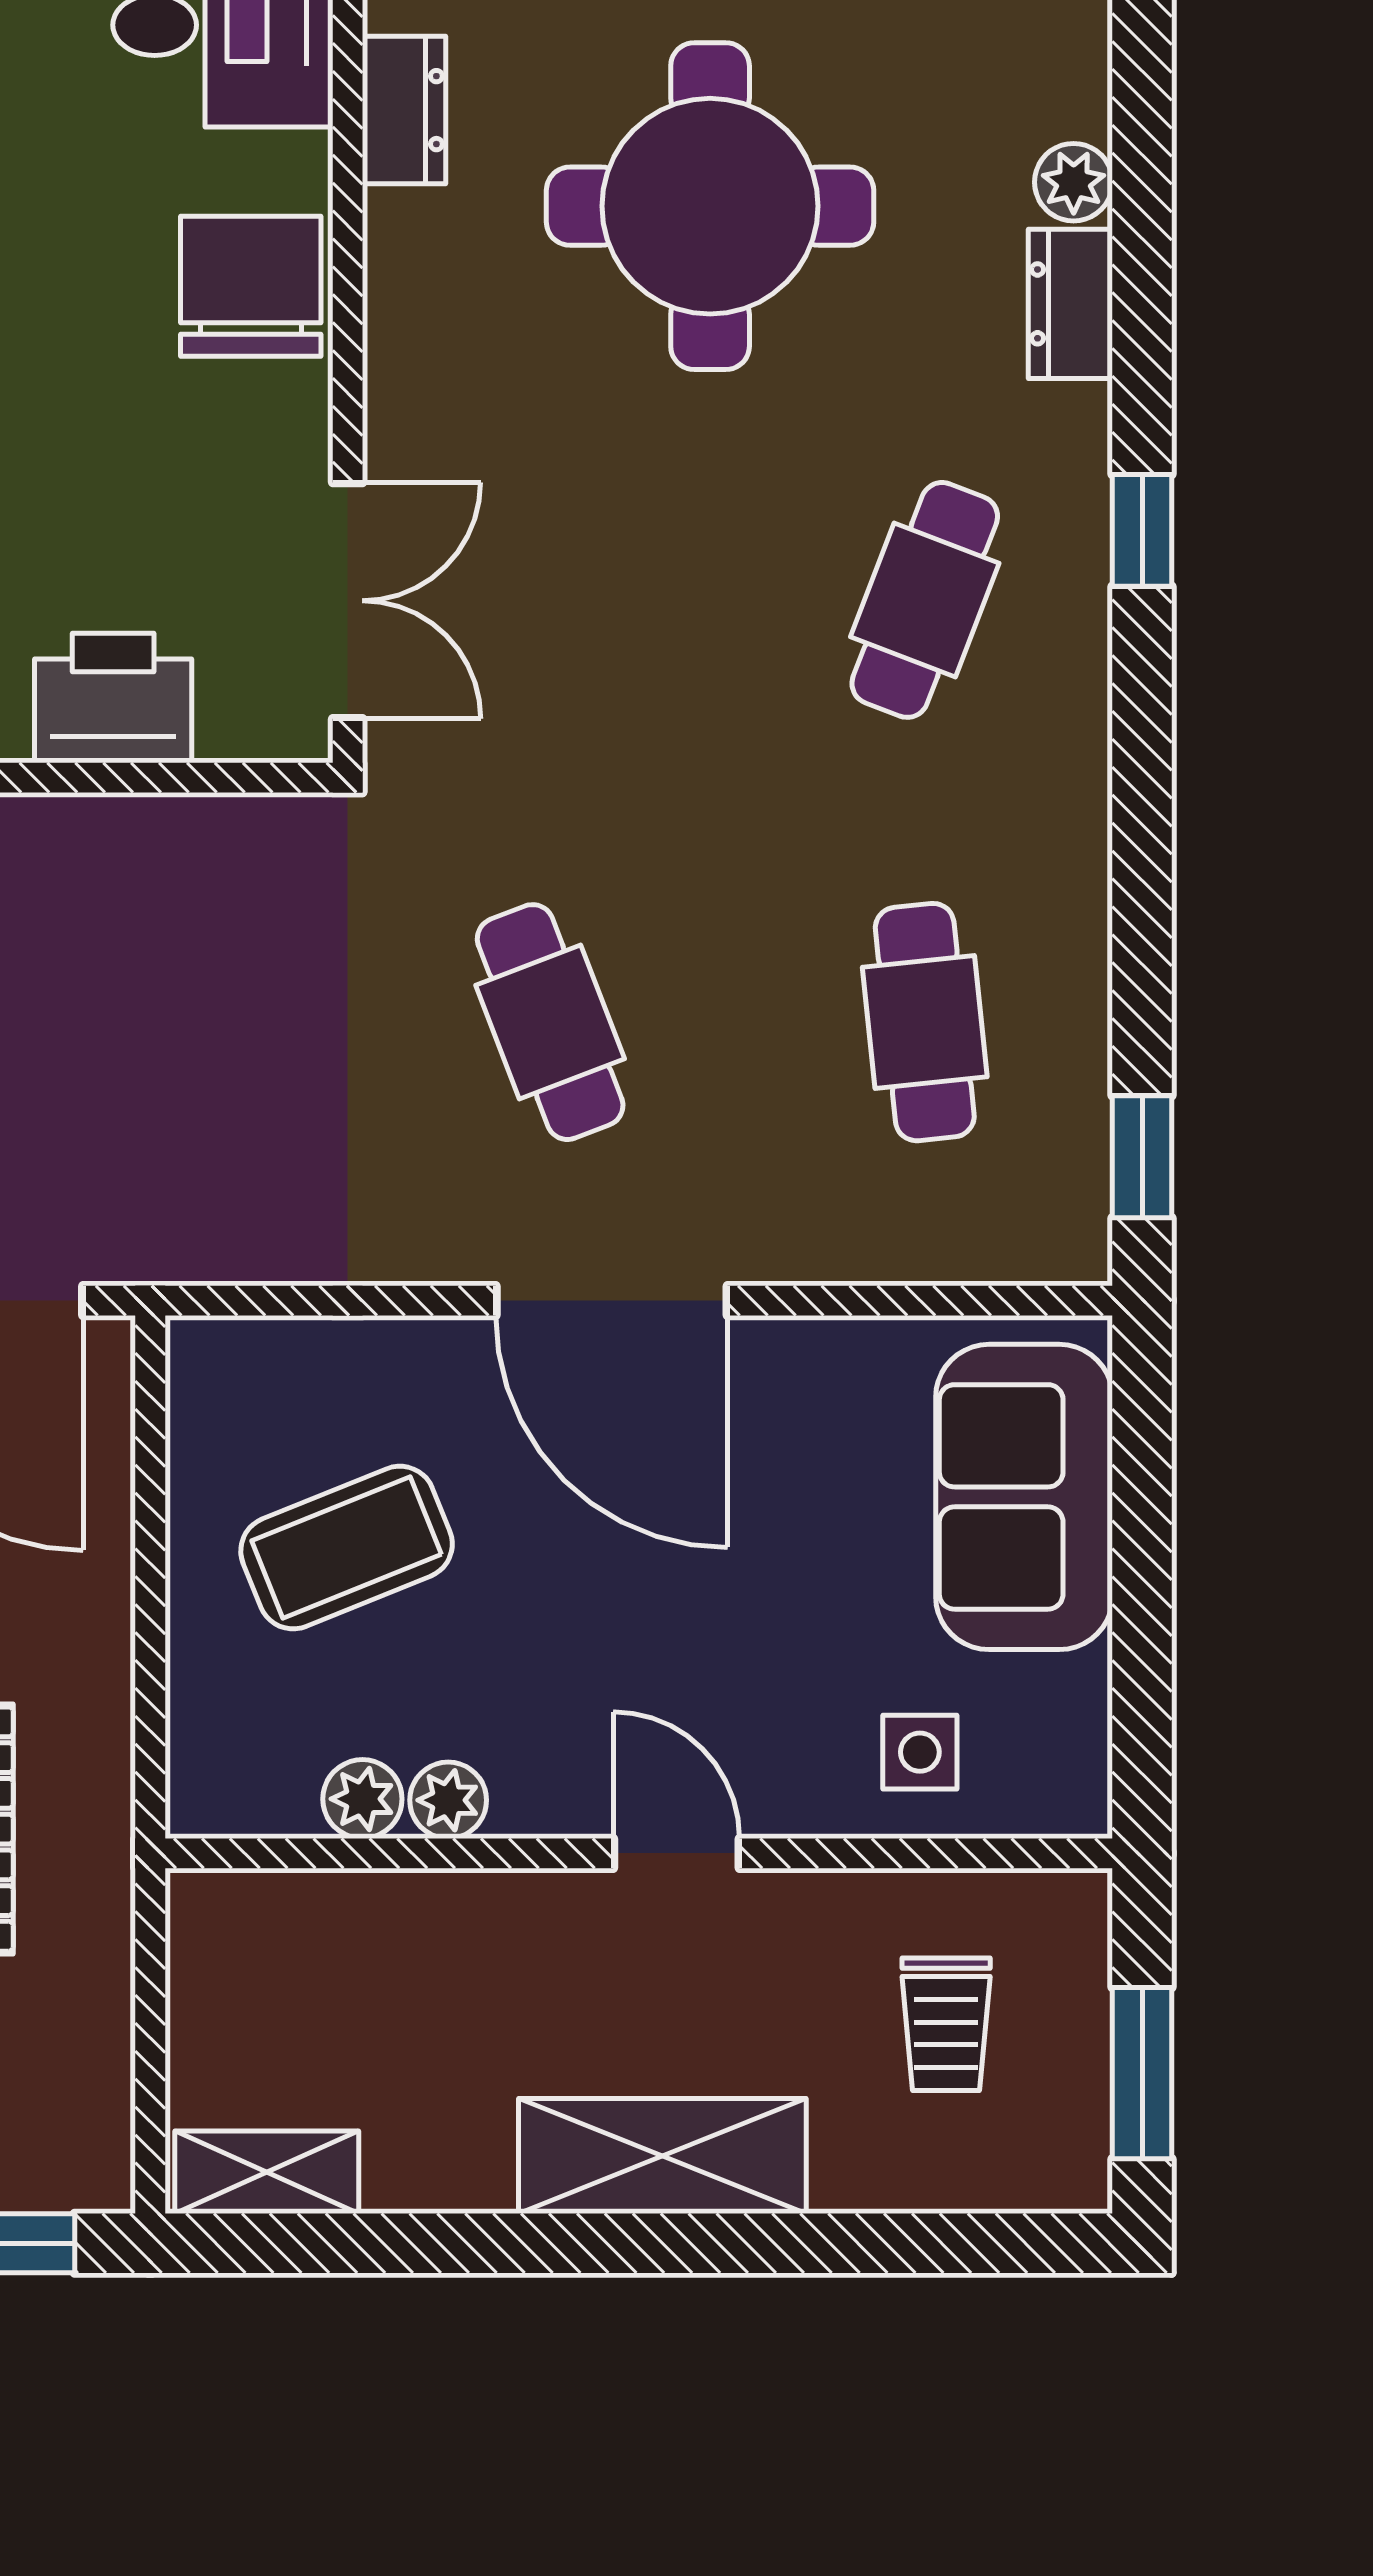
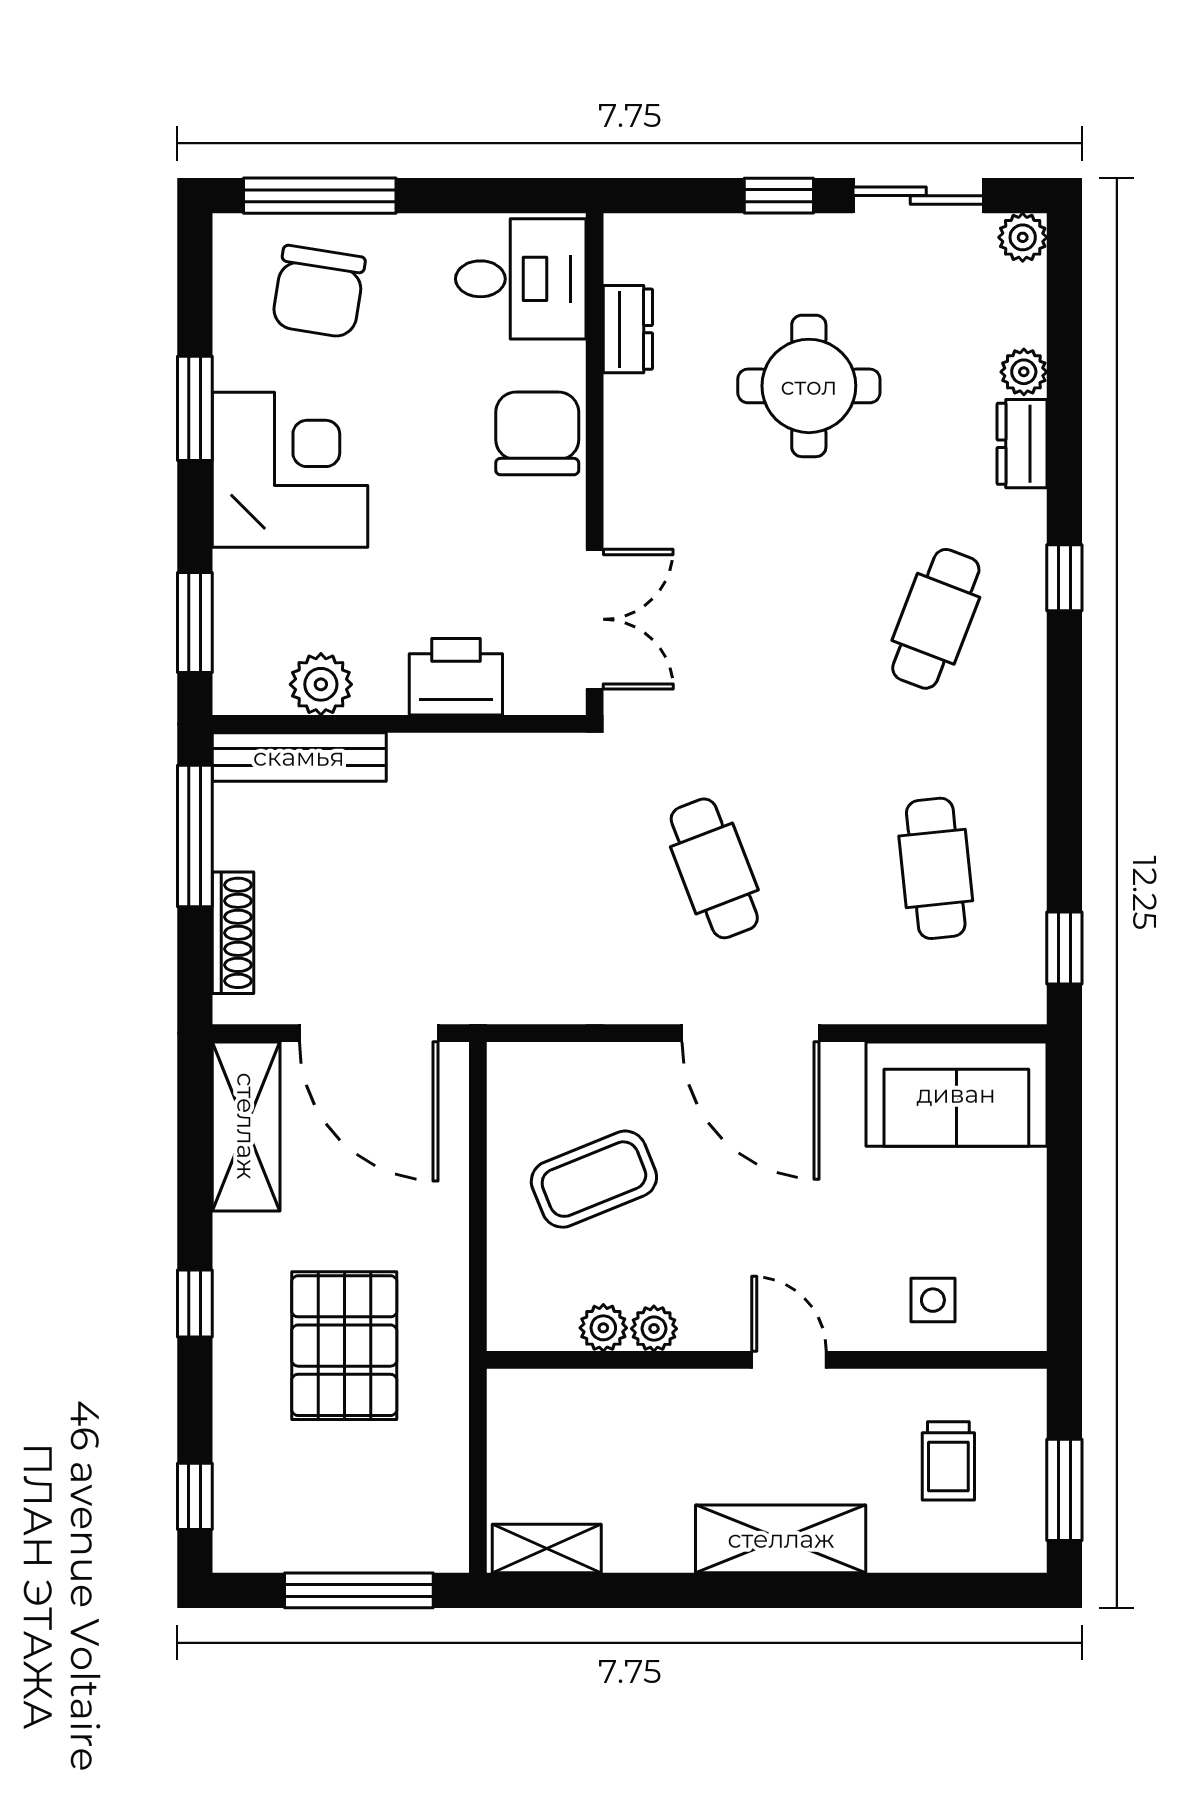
round table: (710, 206) -> (809, 386), width x0.73, depth x0.73
sofa: (1024, 1497) -> (956, 1094), moved, turned -90

